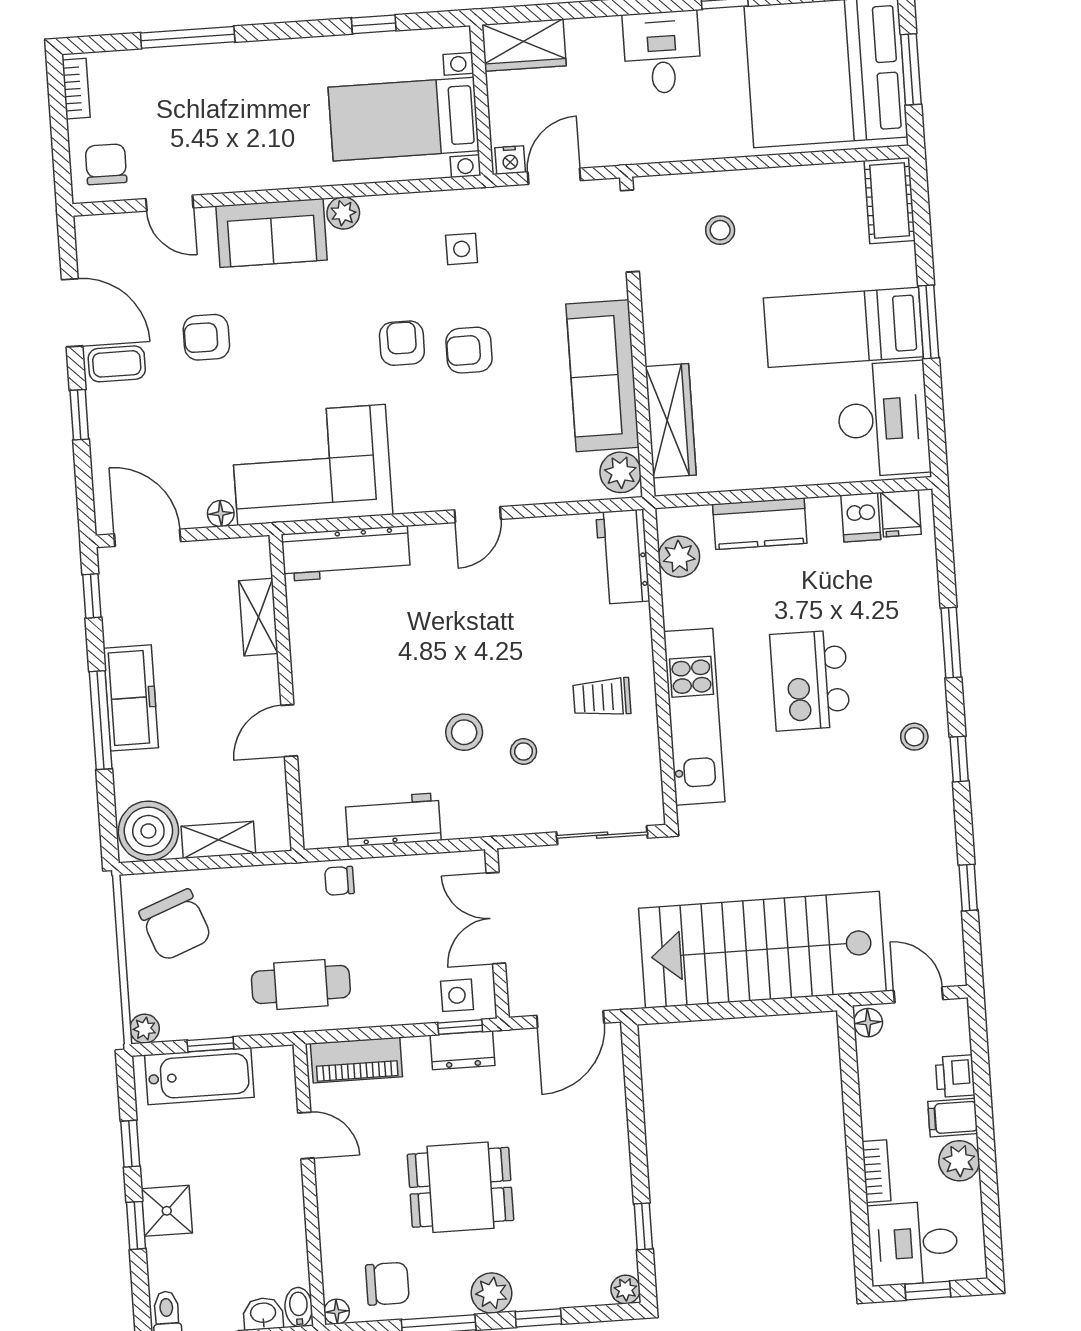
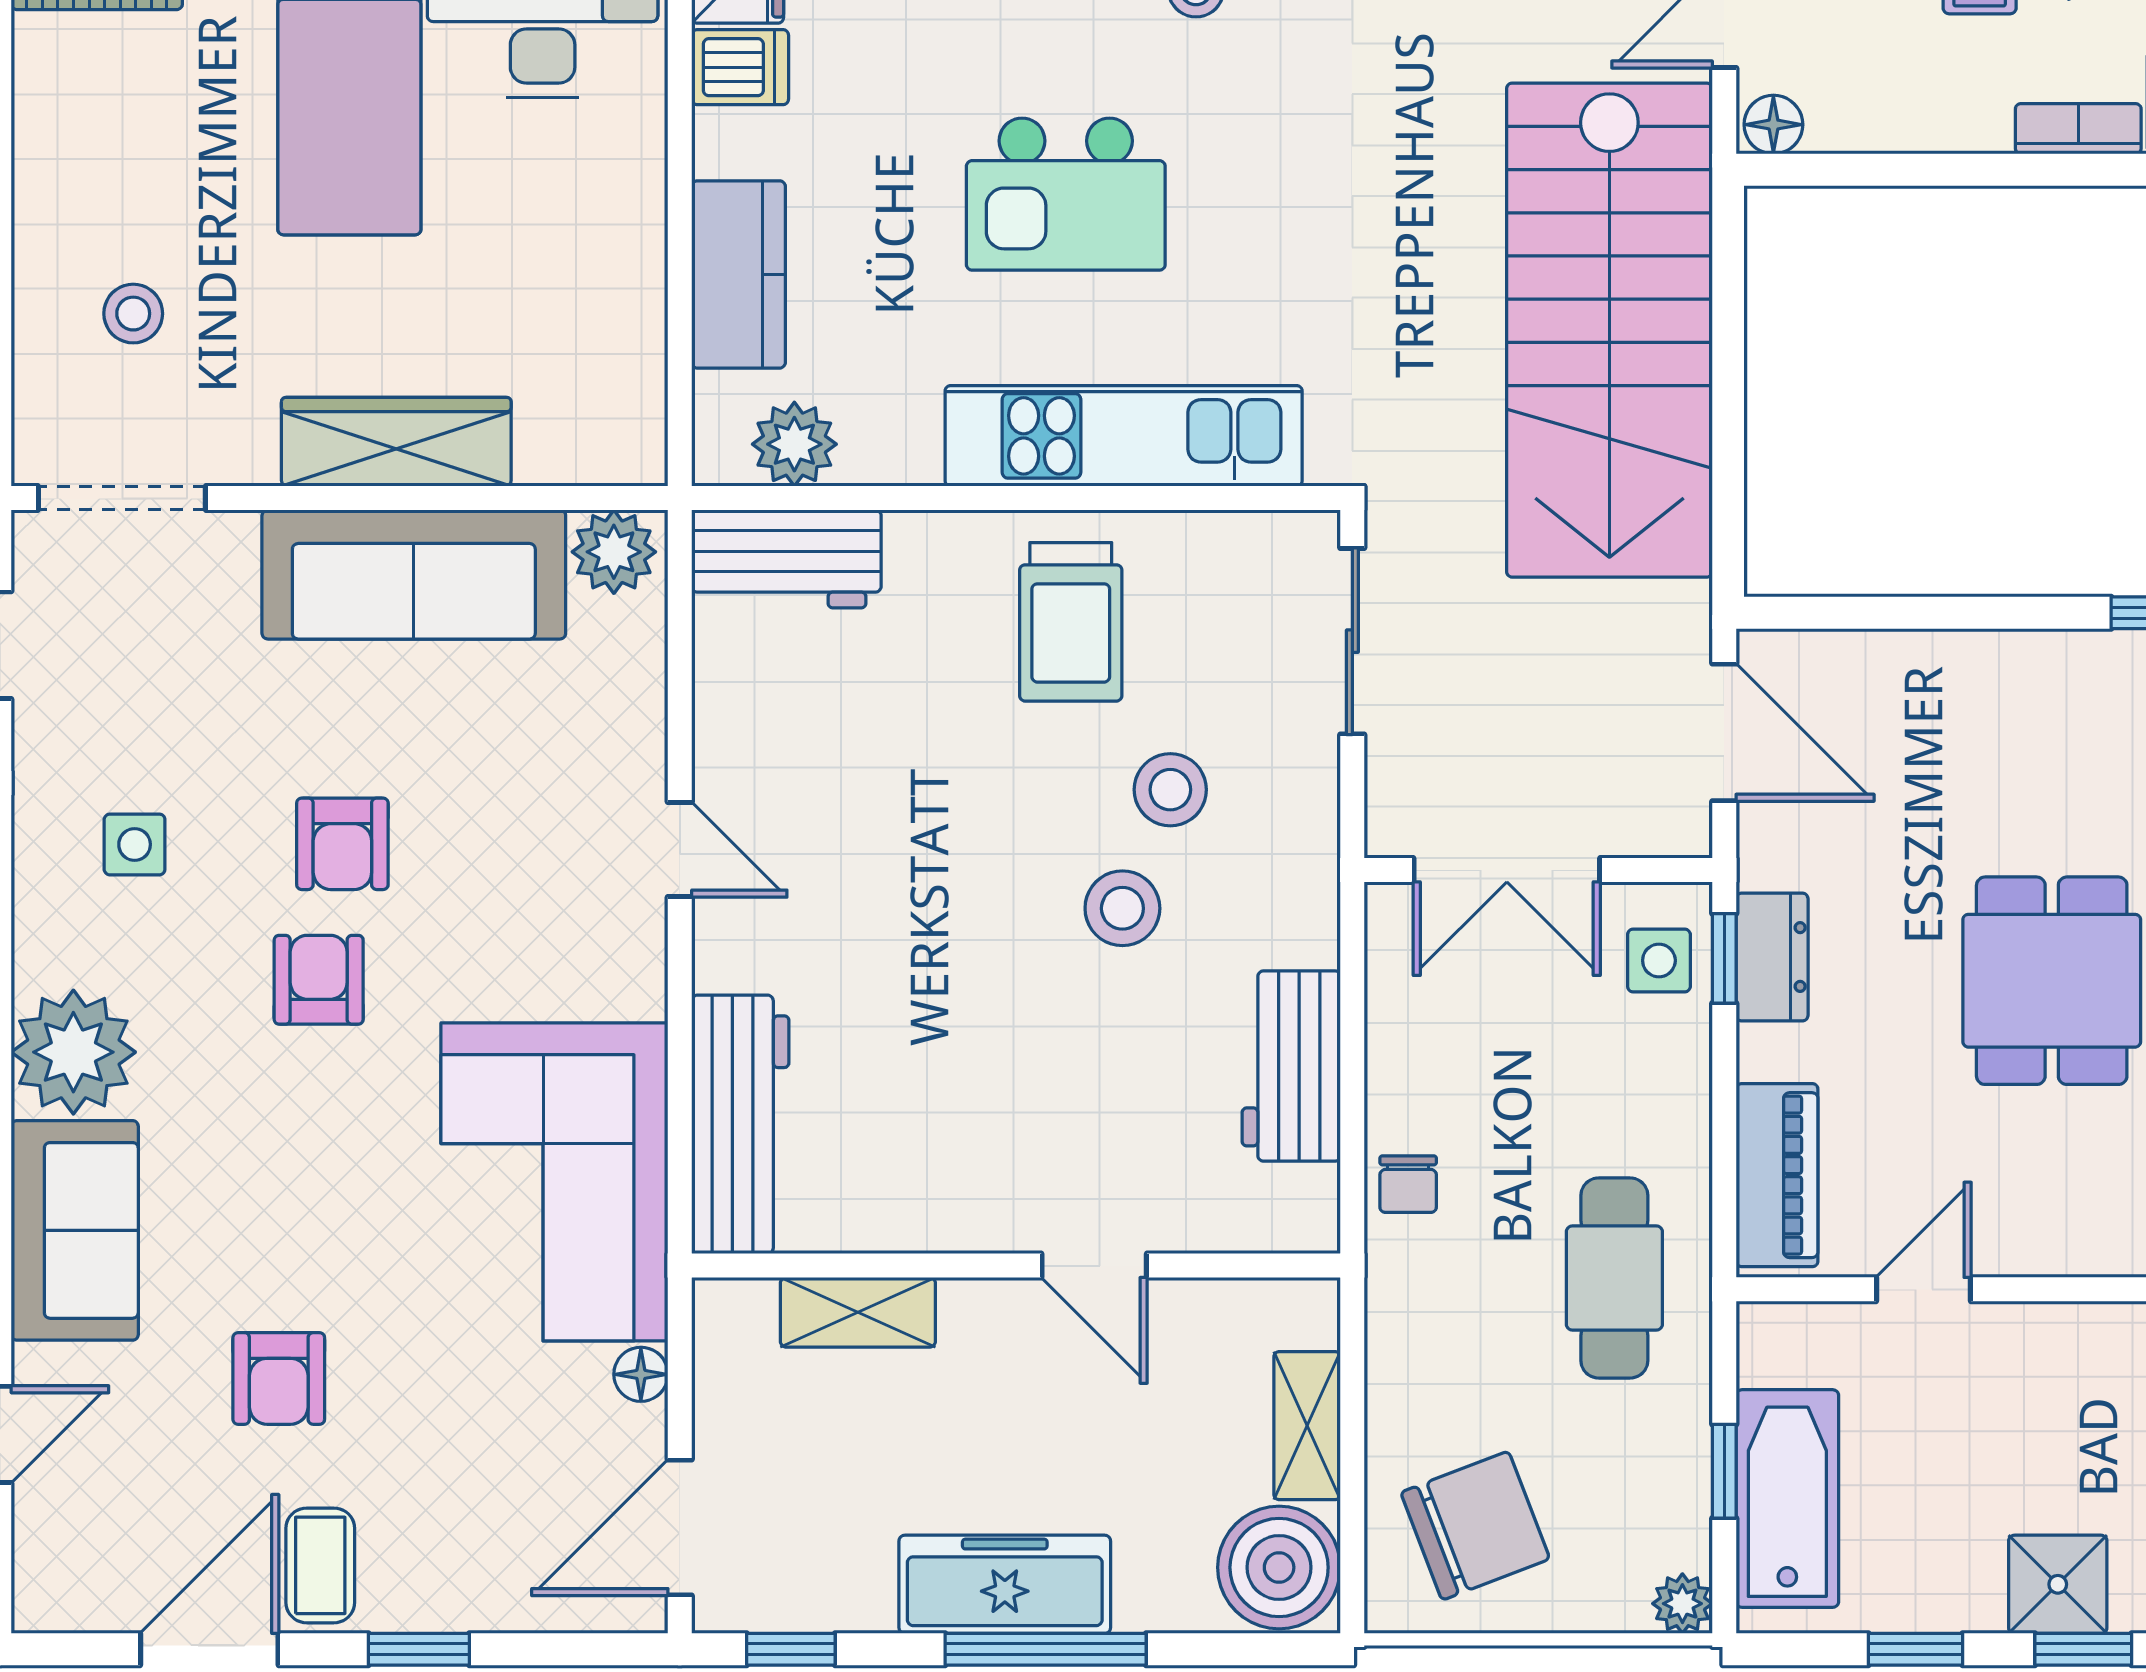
plant: (343, 213) -> (73, 1052), width x1.88, depth x1.88
armchair: (402, 343) -> (319, 980), turned 90
wardrobe: (671, 421) -> (396, 442), moved
trolley: (602, 697) -> (1071, 622), width x1.36, depth x1.39
stool: (524, 751) -> (1170, 790), width x1.37, depth x1.37

